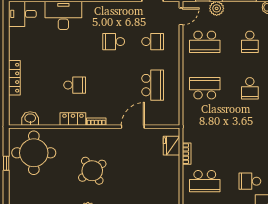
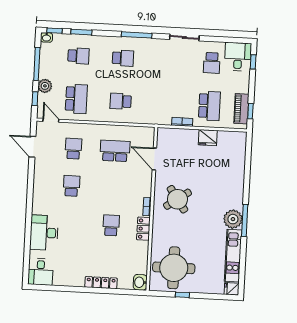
school desk: (114, 42) -> (71, 186), turned 180
school desk: (205, 88) -> (121, 101), width x0.54
washbasin: (30, 118) -> (140, 282), moved
door: (133, 127) -> (154, 159), moved
fridge: (172, 146) -> (208, 138), moved
round table: (92, 171) -> (177, 199), moved

